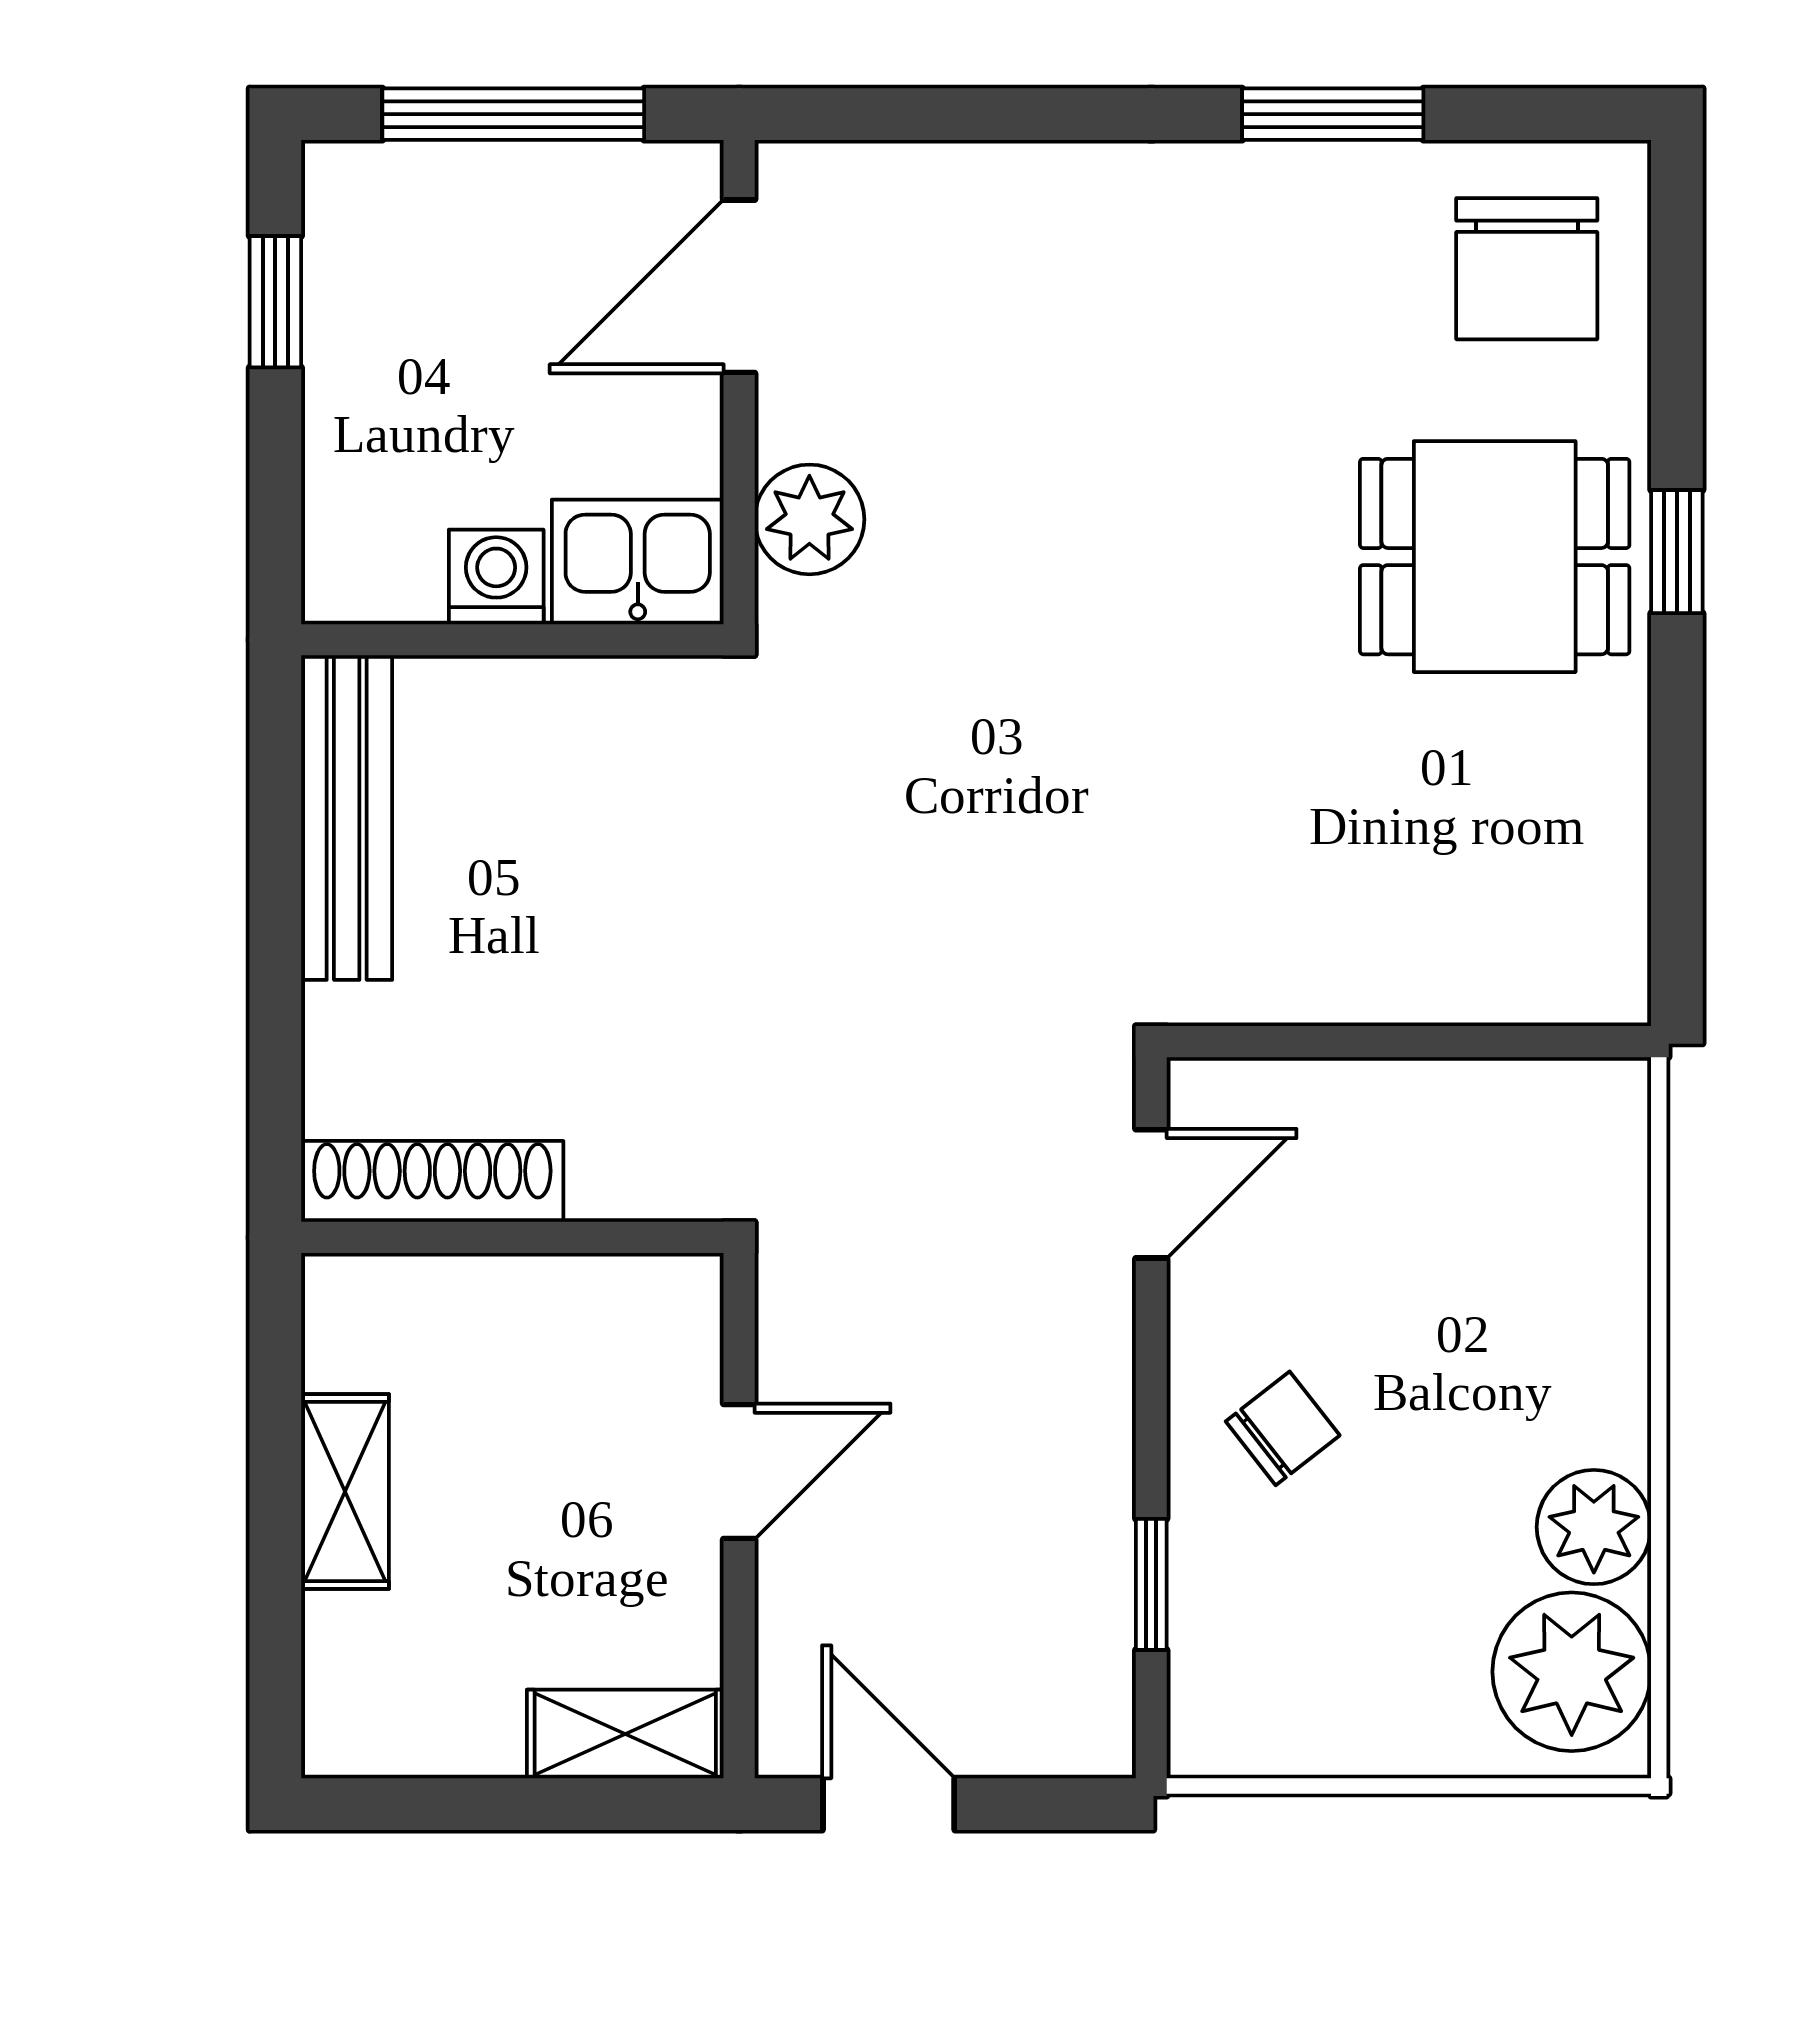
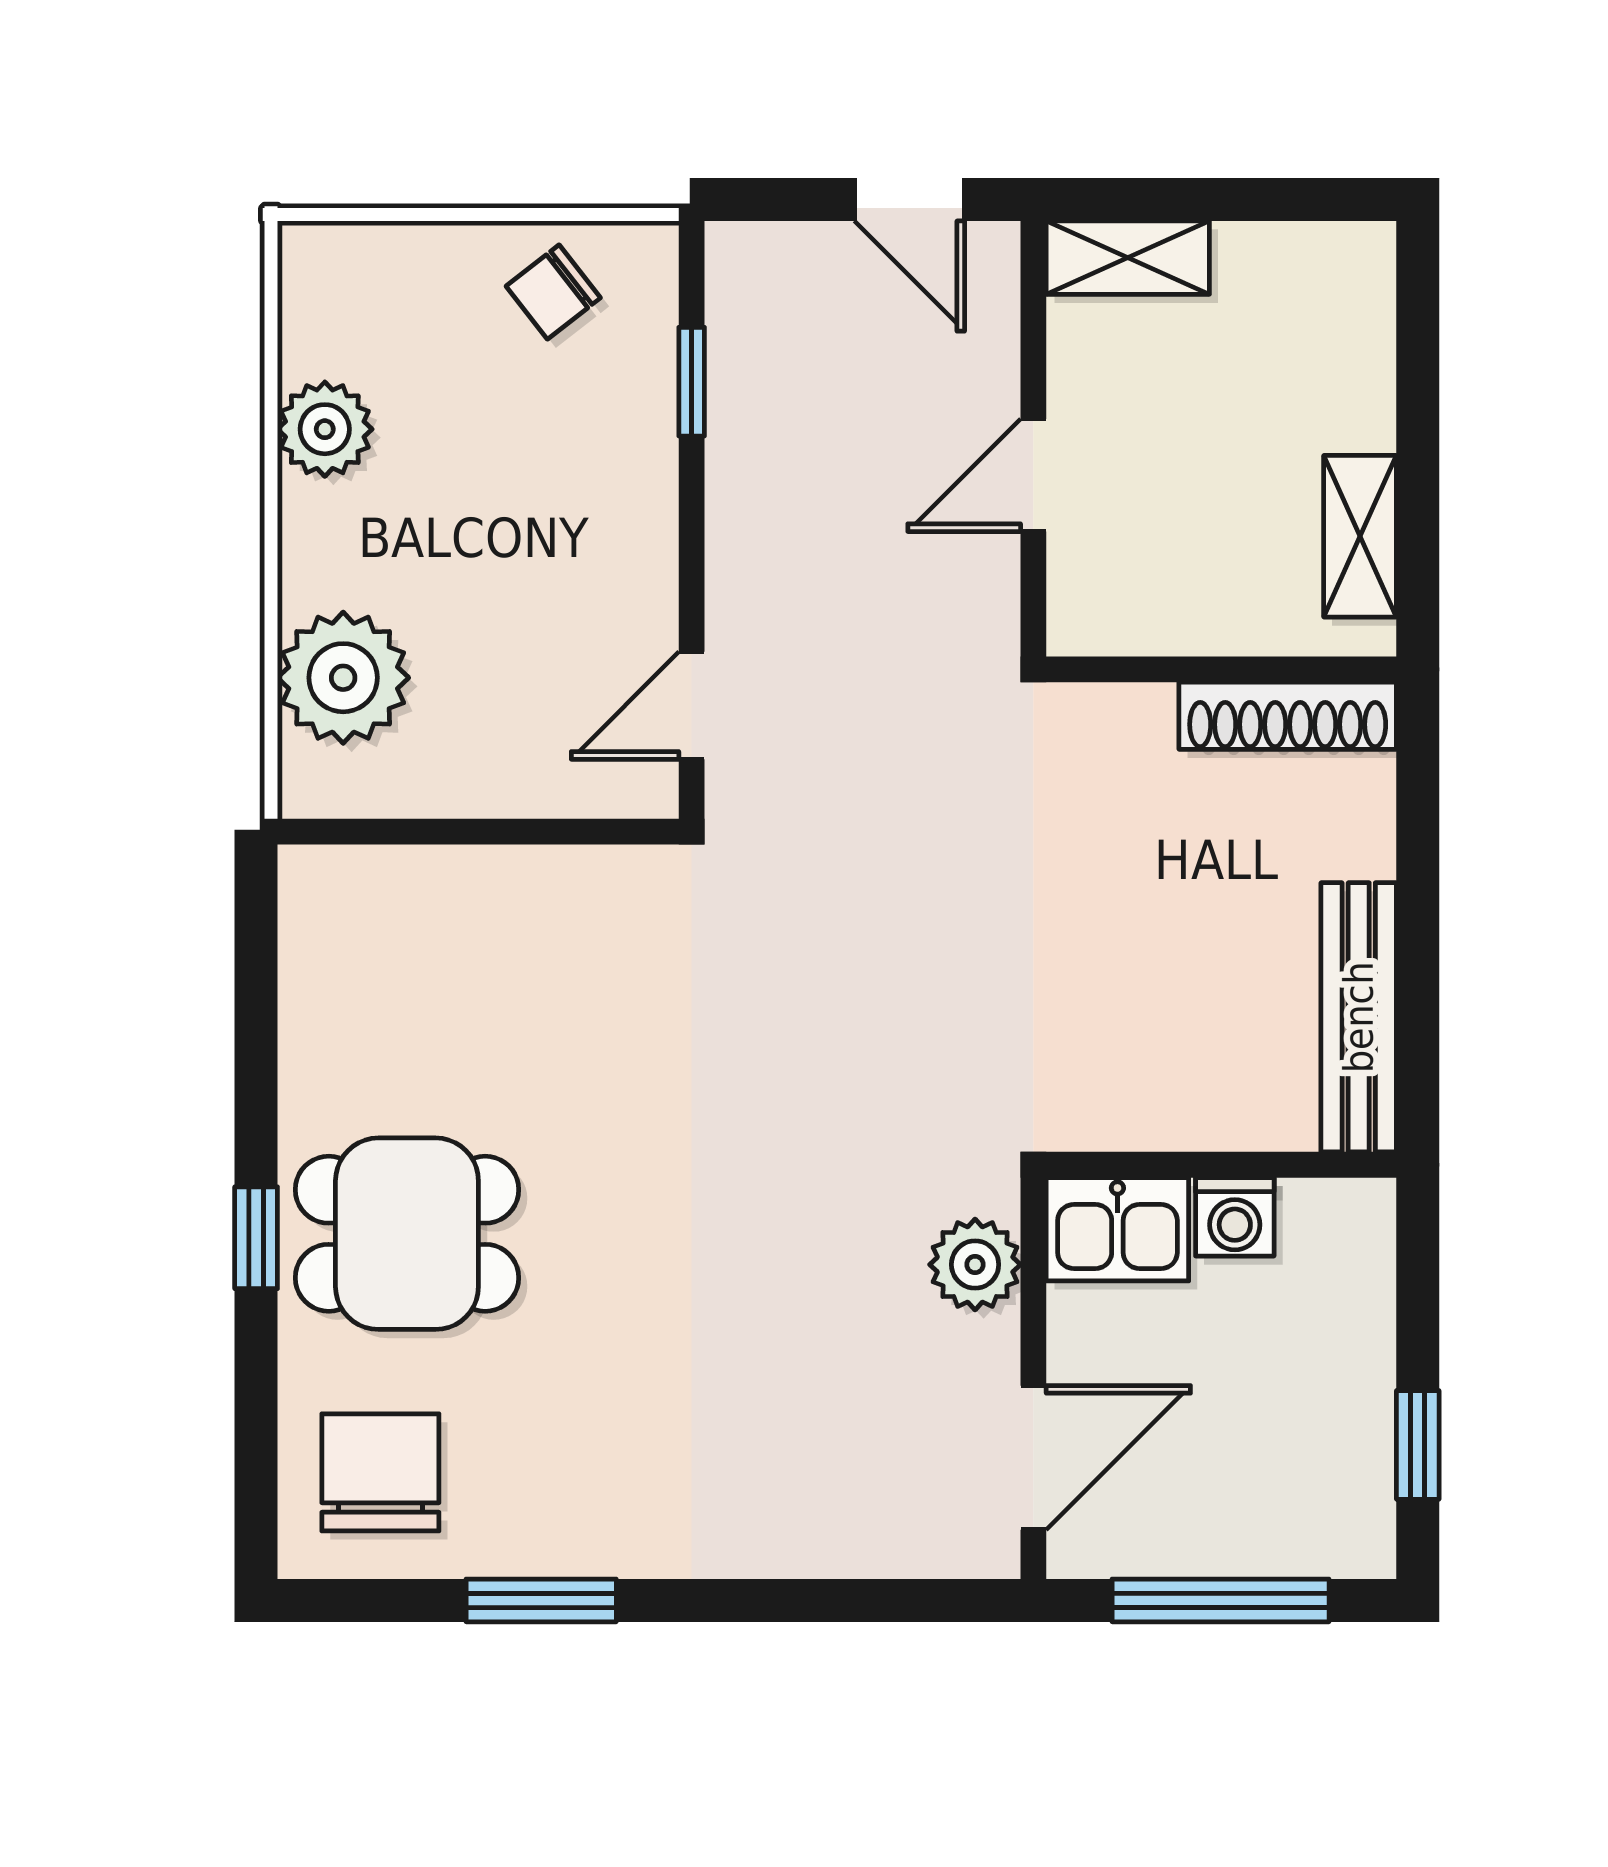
chair: (1283, 1428) -> (553, 292), moved
shelving: (345, 1492) -> (1360, 536), moved
plant: (1572, 1672) -> (343, 678), moved

